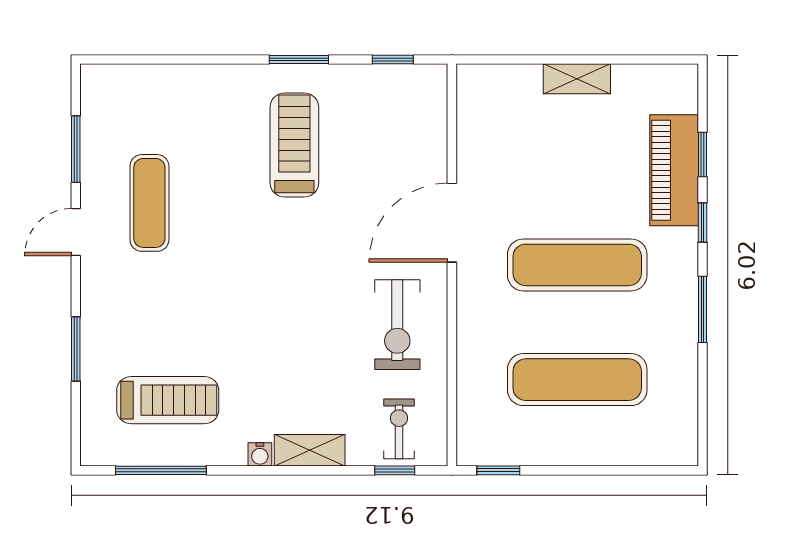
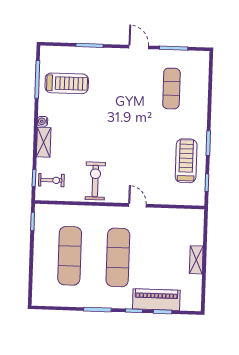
treadmill: (294, 145) -> (186, 161), moved, turned -90
exercise mat: (149, 203) -> (171, 89), moved, turned 90
door: (452, 223) -> (137, 205), width x0.53
exercise bike: (397, 325) -> (95, 181), turned 90
treadmill: (168, 400) -> (67, 83), turned -90

